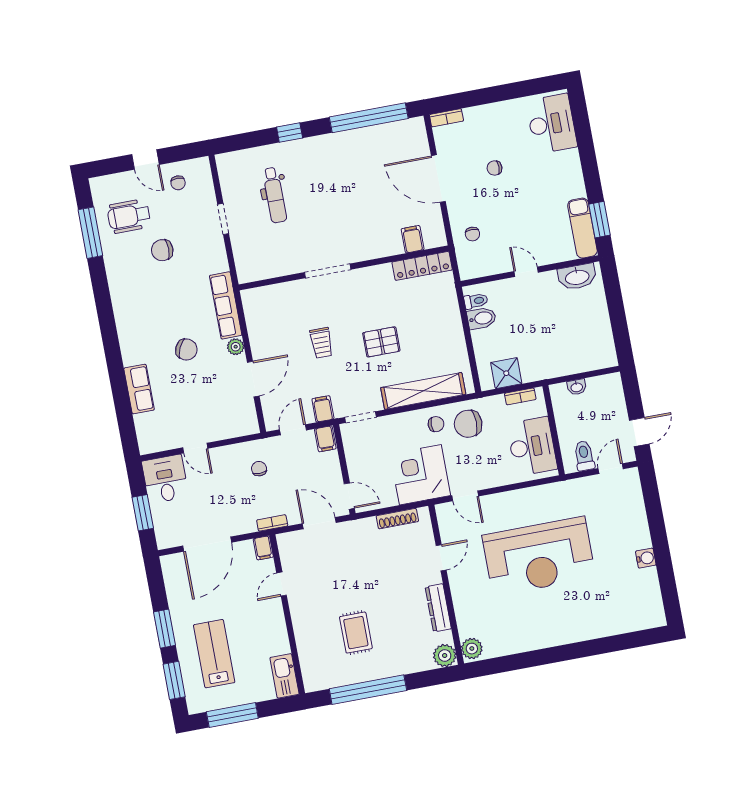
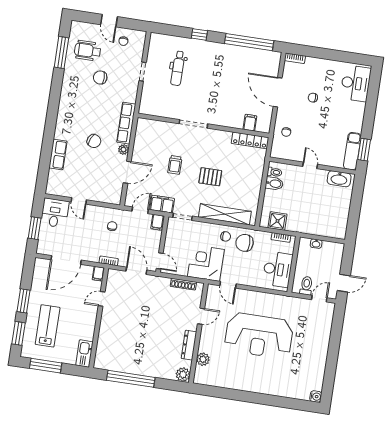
filing cabinet: (323, 409) -> (162, 204), width x2.00
water cooler: (646, 558) -> (316, 396), moved
rug: (356, 633) -> (135, 343), removed
plant: (472, 649) -> (203, 359), moved

